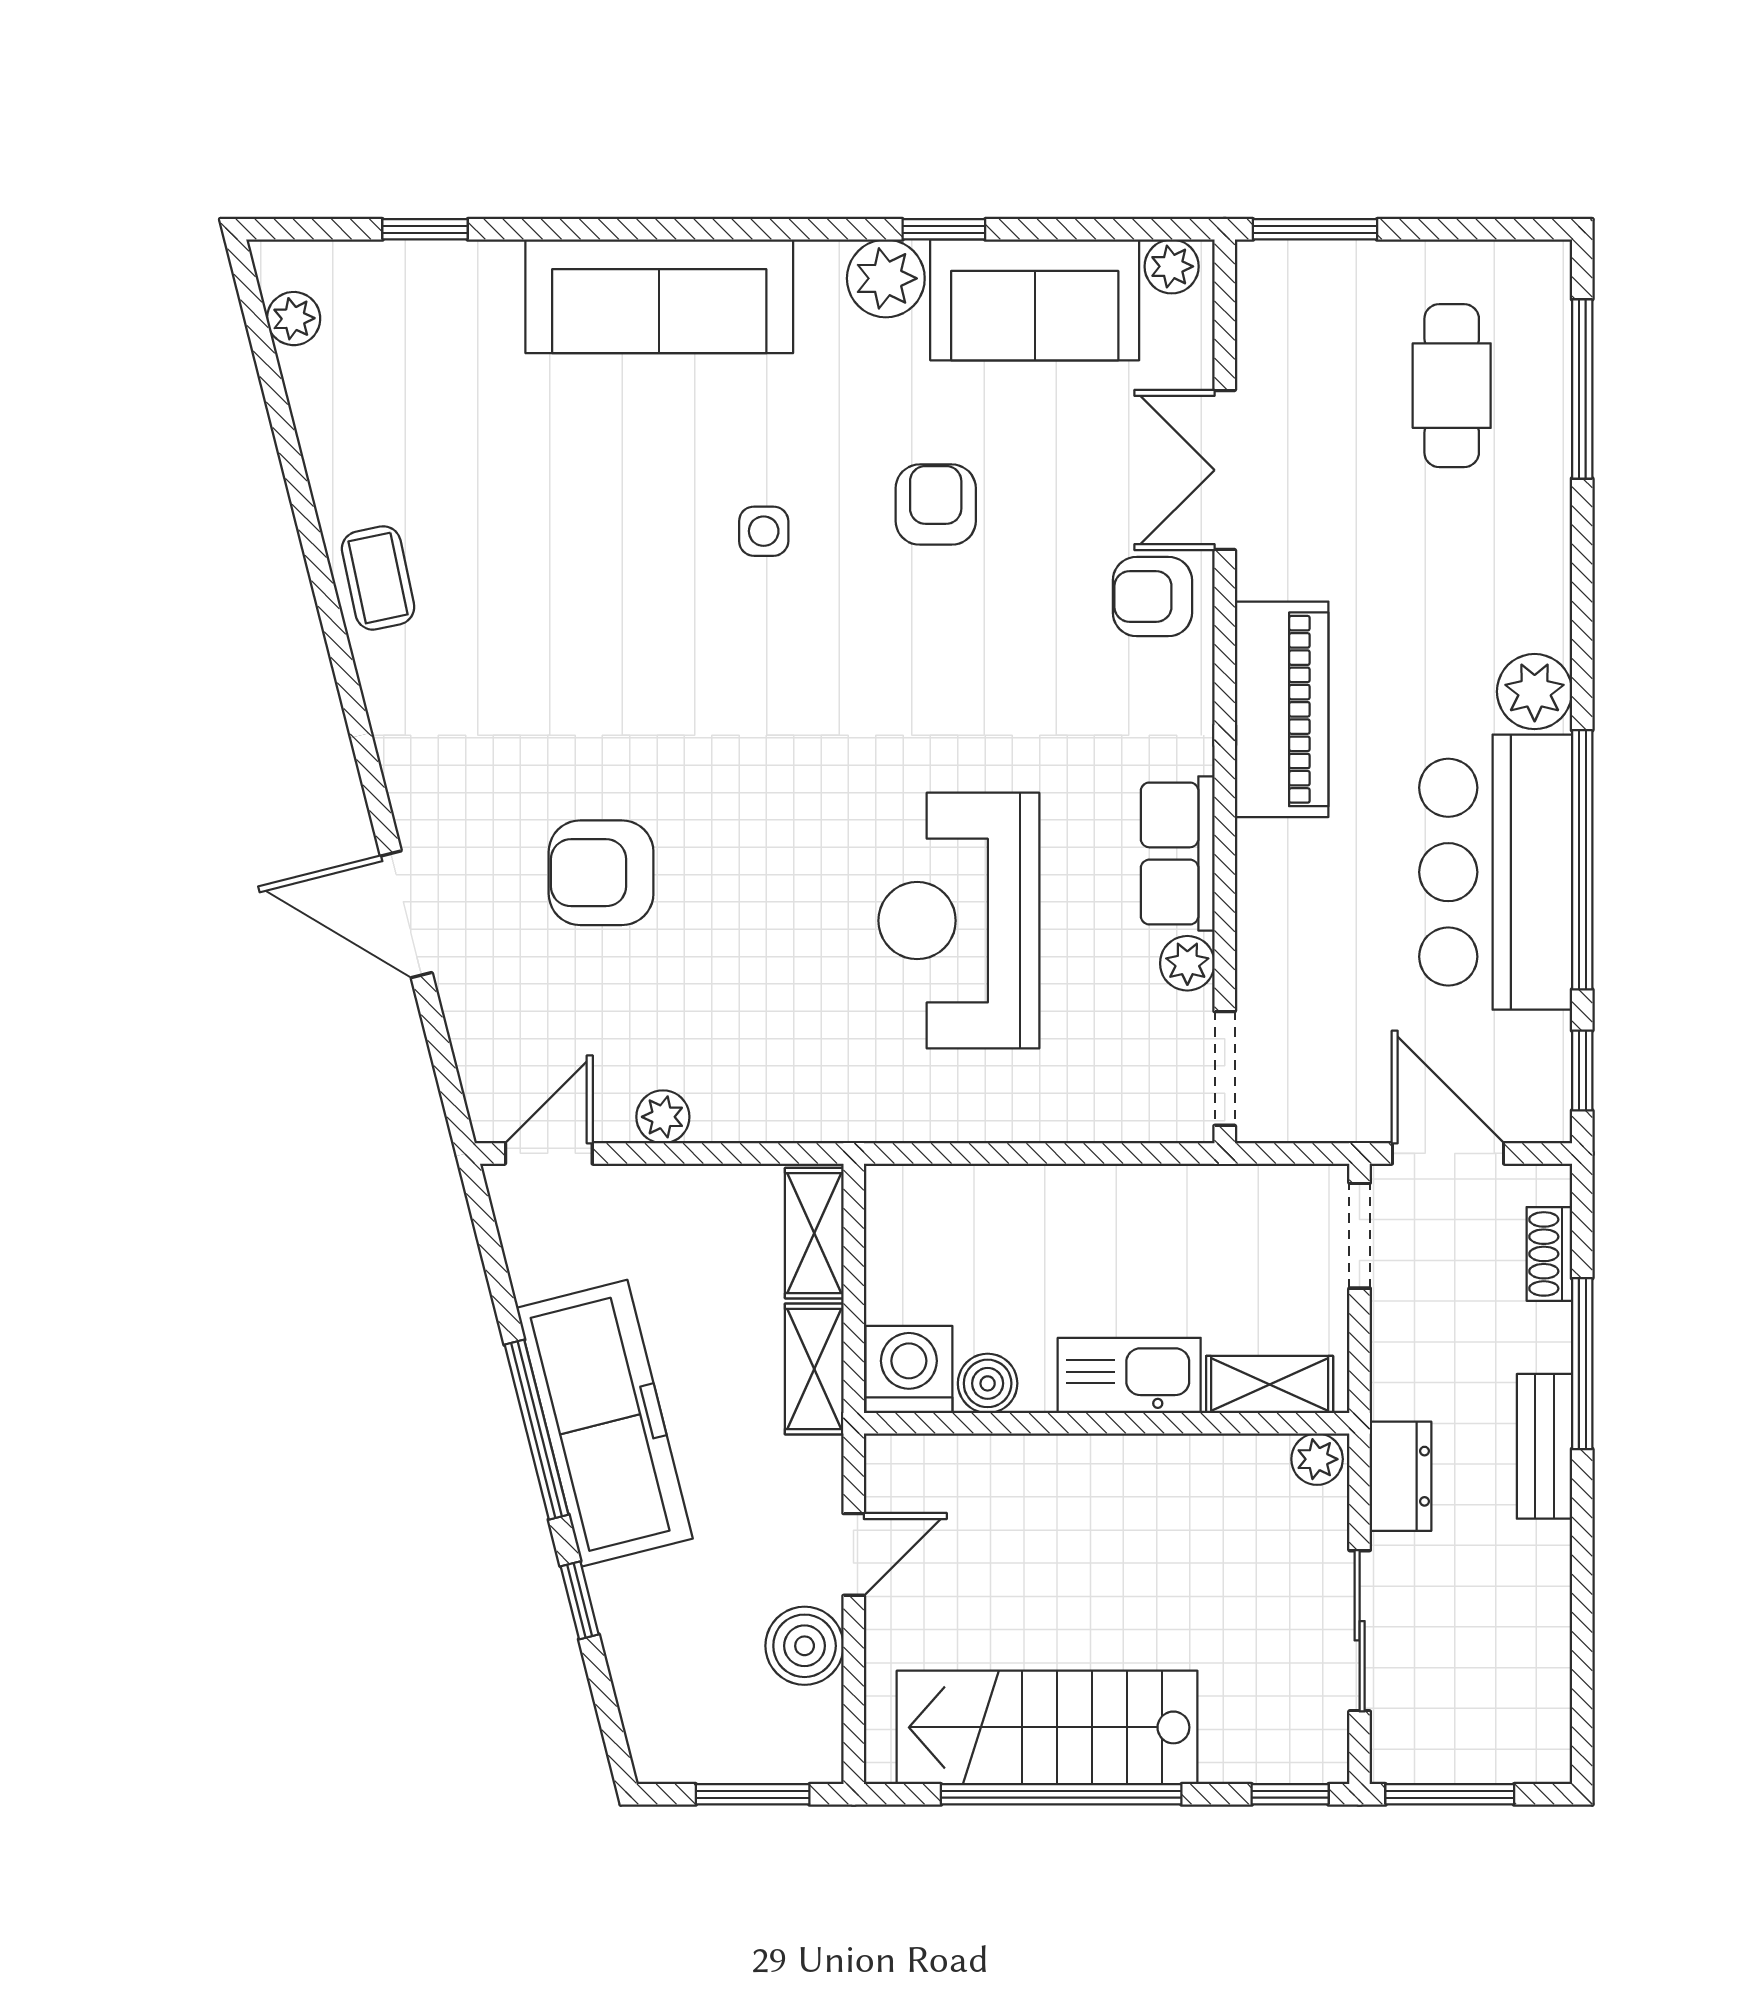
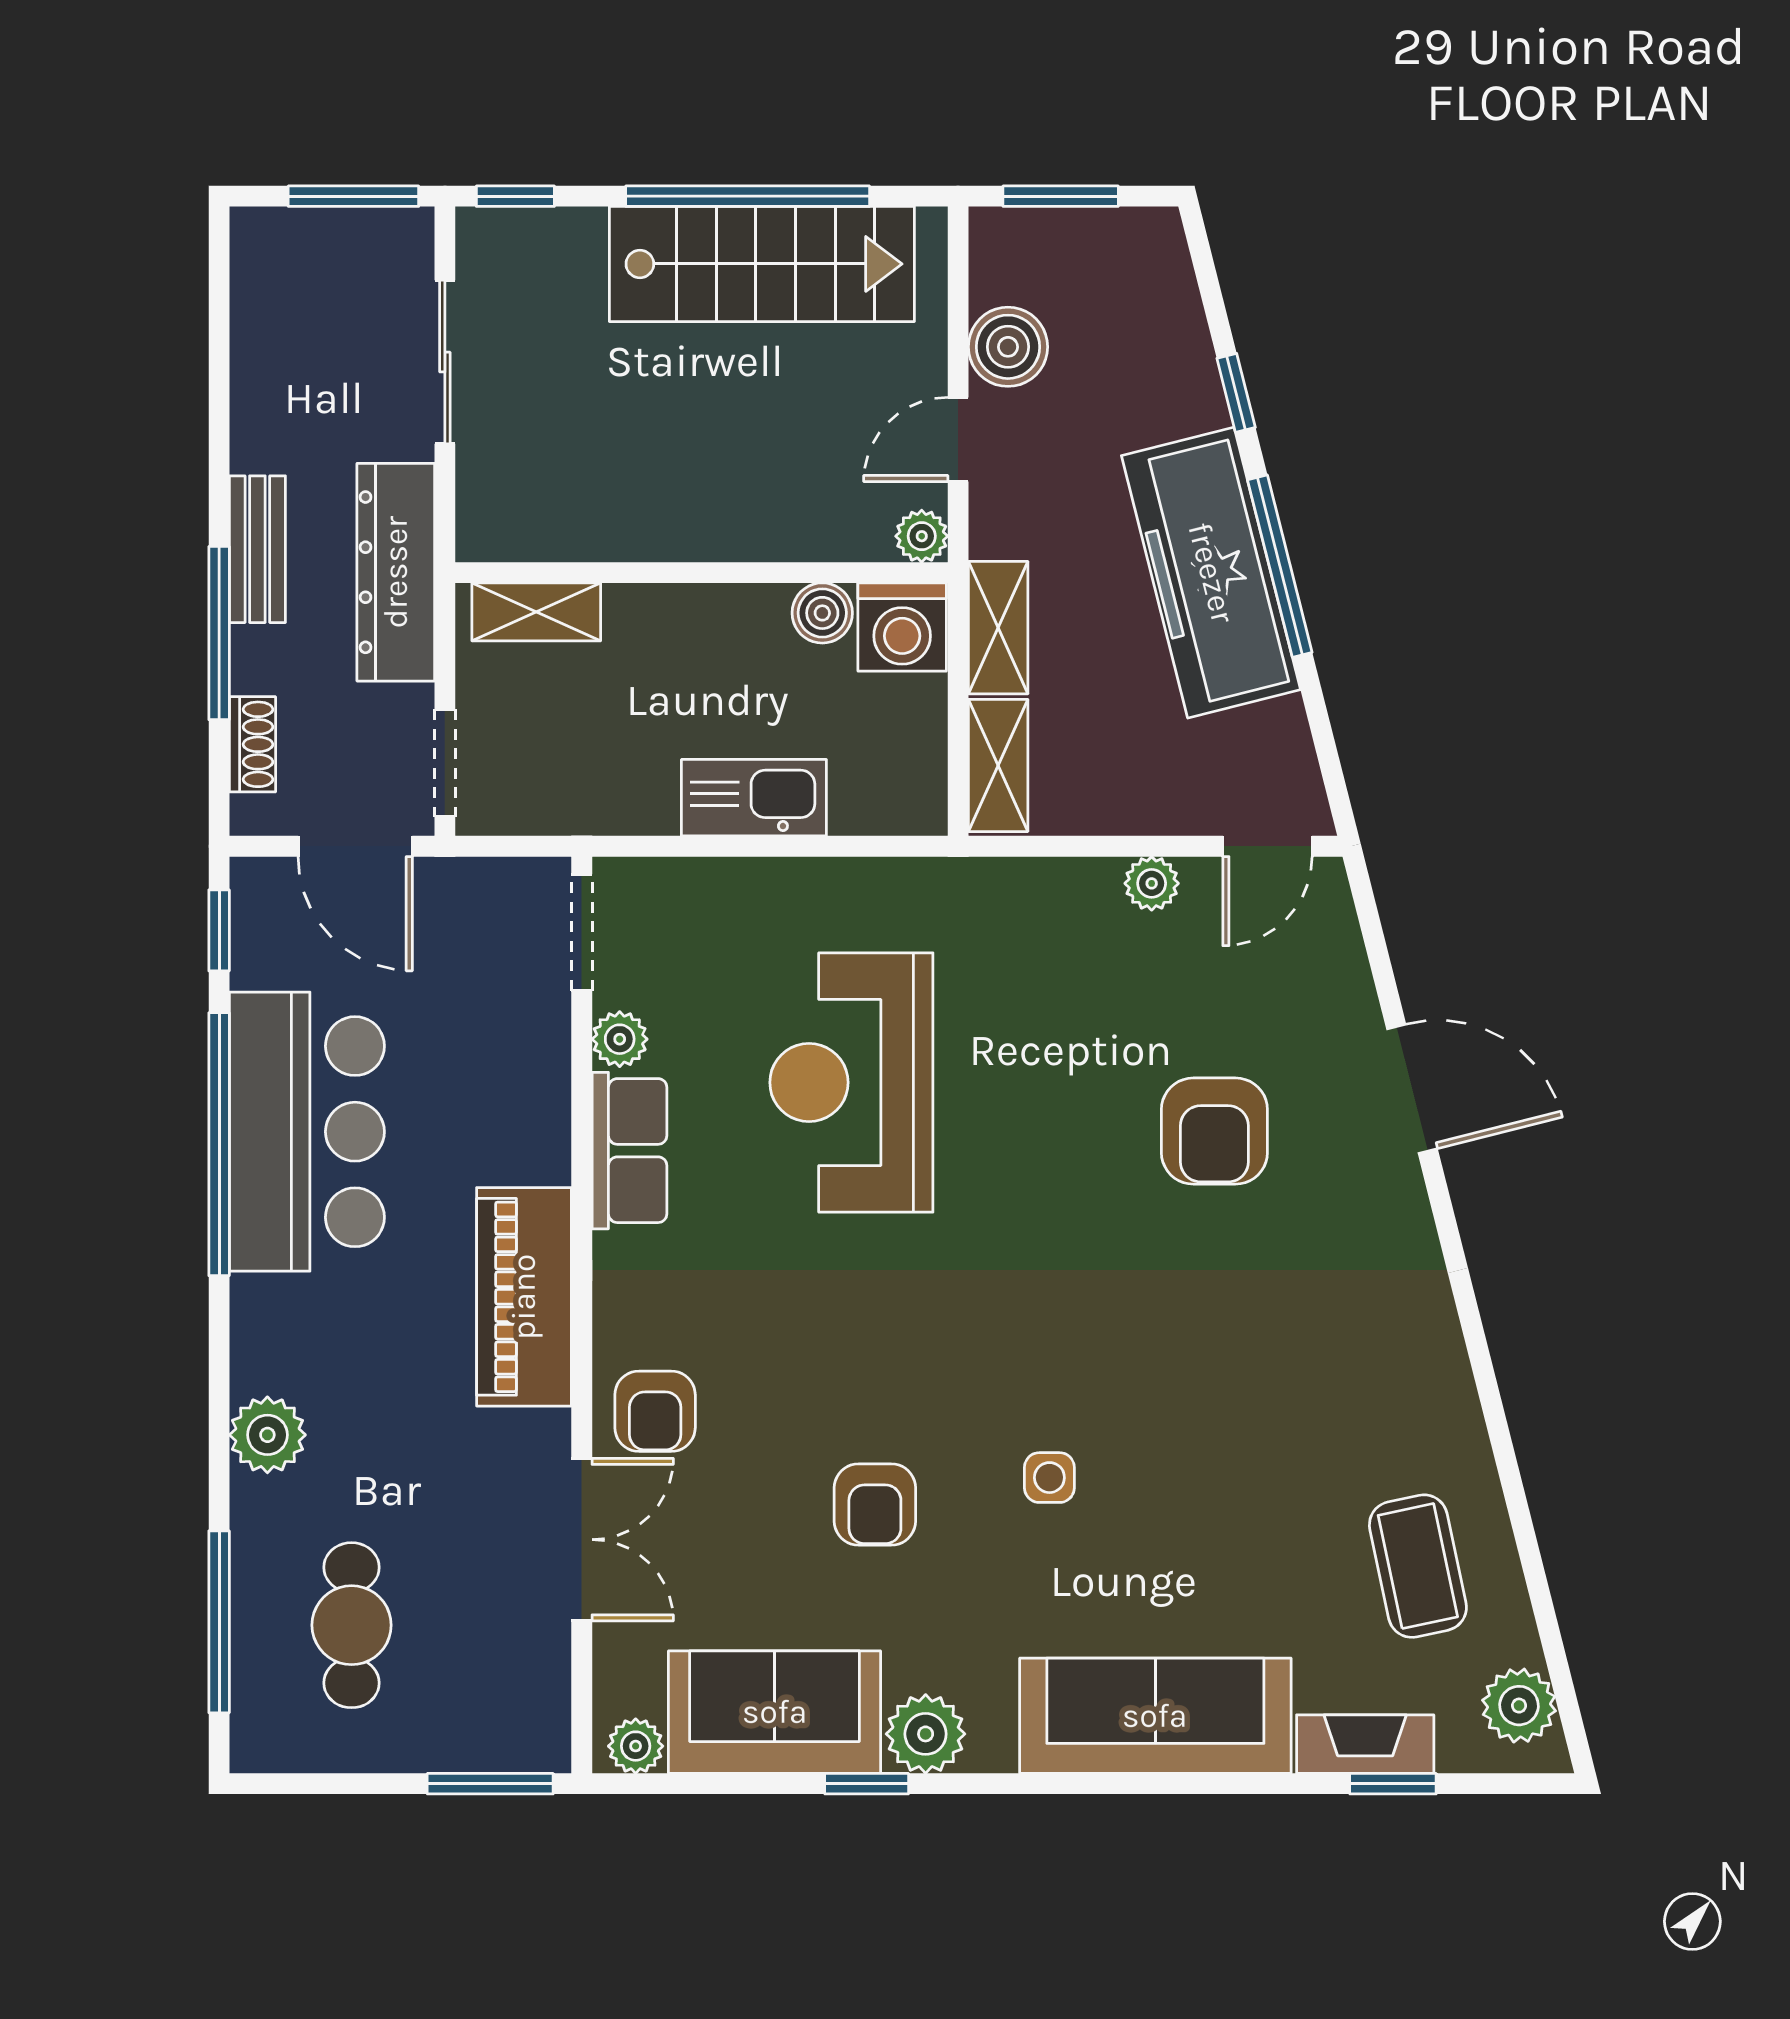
fireplace: (452, 268) -> (1365, 1744), added
plant: (294, 319) -> (1519, 1706), width x1.38, depth x1.38
coffee table: (378, 578) -> (1418, 1566), moved, width x1.36, depth x1.30
armchair: (1152, 597) -> (655, 1411), turned 90
plant: (1535, 692) -> (267, 1435), moved
armchair: (601, 873) -> (1214, 1131), turned 90
reception desk: (959, 921) -> (851, 1082), turned 180
kitchen sink: (1129, 1375) -> (754, 798), moved, turned 180
plant: (1317, 1459) -> (922, 536), moved
dresser: (1401, 1476) -> (396, 572), width x1.96, depth x1.24

